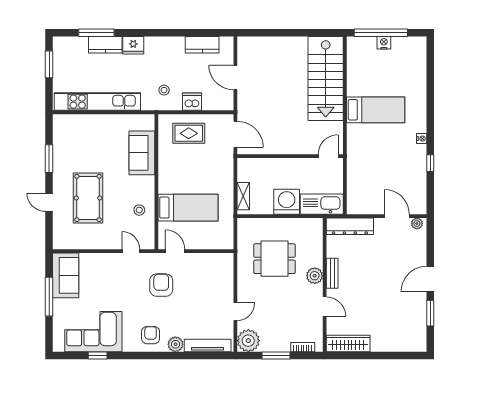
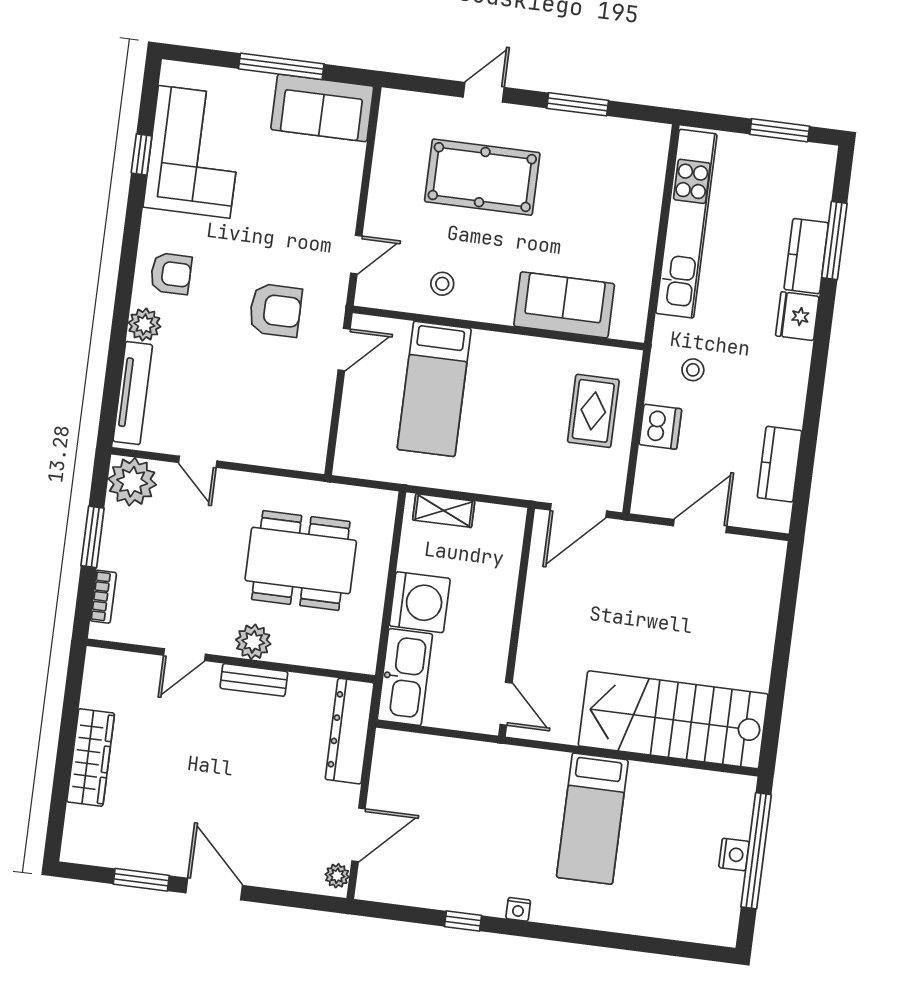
dining table: (275, 259) -> (301, 560), width x1.37
wardrobe: (348, 343) -> (91, 758), moved

